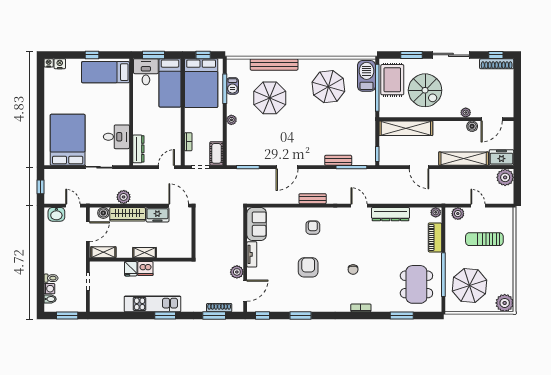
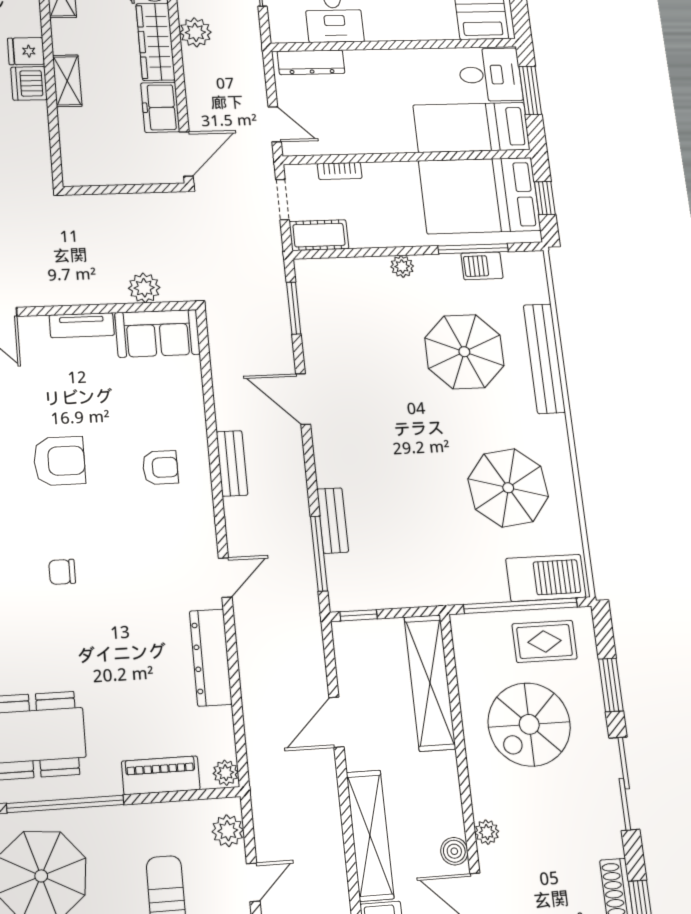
rug: (392, 80) -> (545, 641), width x0.73, depth x0.70
plant: (237, 272) -> (144, 288), moved

